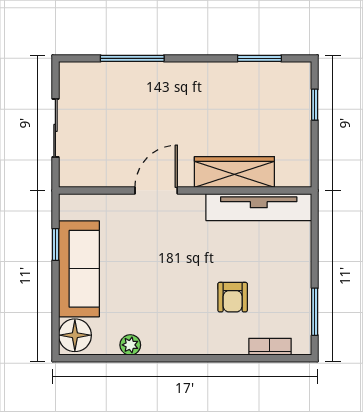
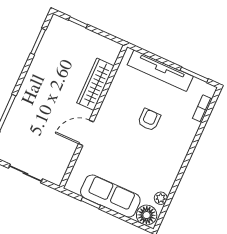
door: (156, 191) -> (86, 133), hinge flipped
tv unit: (259, 207) -> (160, 71), moved, turned 90
armchair: (233, 297) -> (149, 120), moved, turned -90
plant: (130, 345) -> (161, 198), moved

